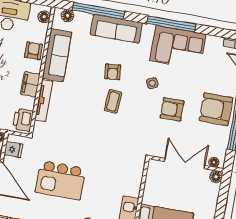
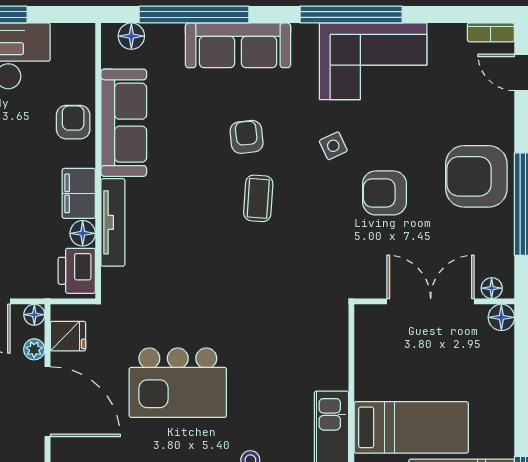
floor lamp: (44, 17) -> (83, 233), moved
armchair: (113, 72) -> (247, 137), turned 180

